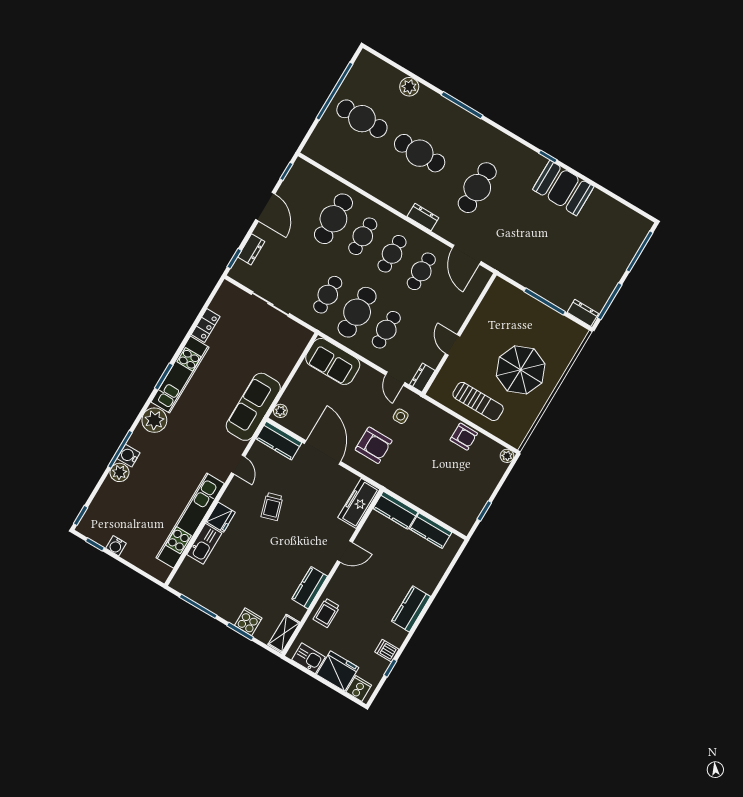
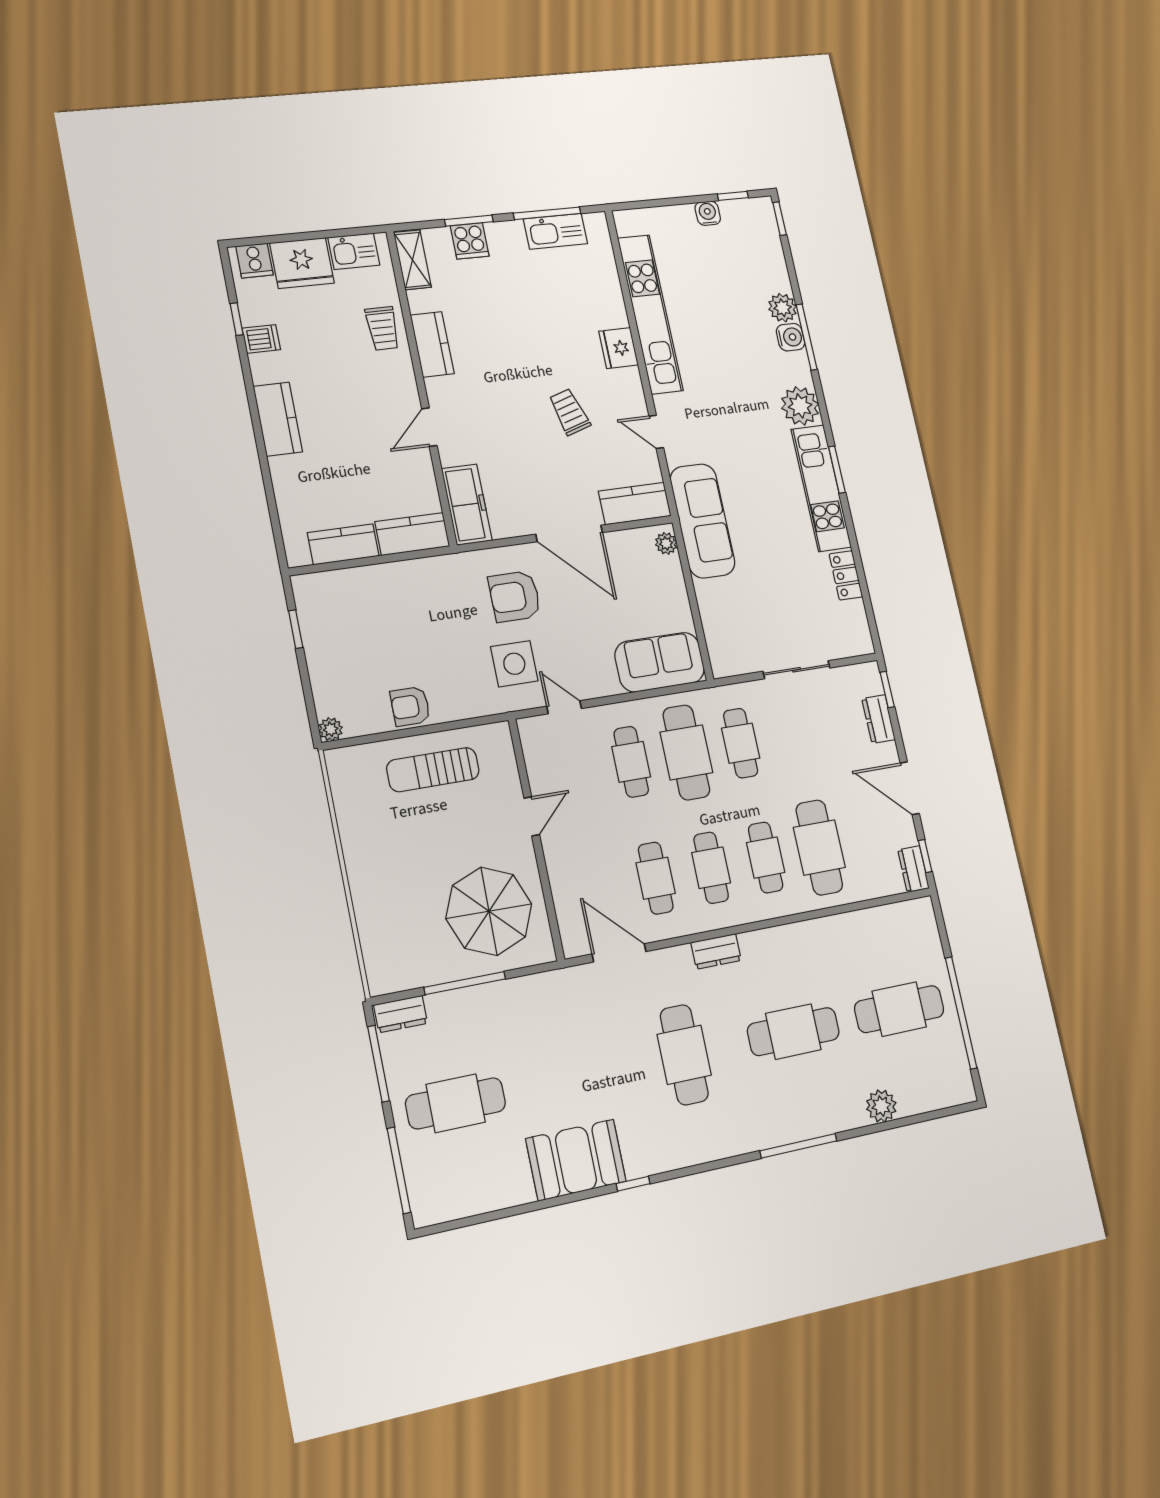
cafe table: (592, 257) -> (456, 1103), added
door: (453, 345) -> (532, 816), hinge flipped
parasol: (521, 370) -> (489, 911), moved
dresser: (422, 378) -> (913, 869), moved, turned 180
side table: (401, 416) -> (514, 664), width x1.87, depth x1.87
kitchen sink: (204, 544) -> (555, 231), moved, turned -90
trolley: (326, 613) -> (383, 328), turned 180

